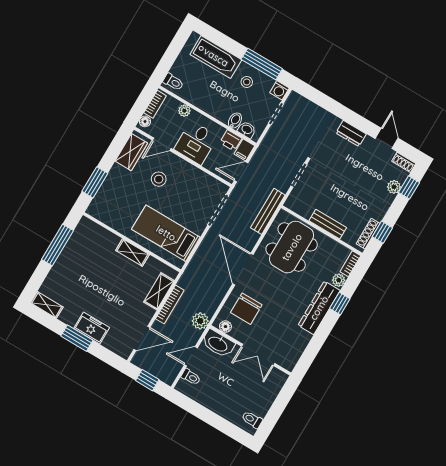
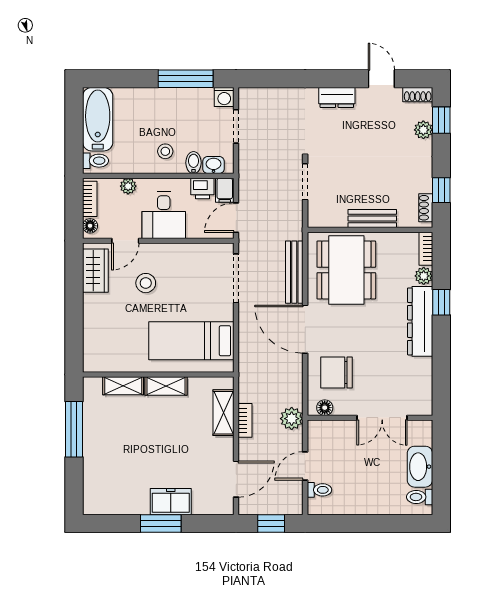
bathtub: (216, 57) -> (98, 119), moved, turned -90
stool: (247, 82) -> (165, 151), moved
window: (95, 182) -> (74, 331), removed
bench: (268, 211) -> (294, 272), moved
shoe rack: (368, 234) -> (426, 208), width x0.70
bookcase: (170, 304) -> (245, 420), width x0.64
shelving: (47, 305) -> (123, 386), moved
chair: (246, 309) -> (336, 373), turned 90
washbasin: (218, 344) -> (420, 467), moved, turned 90

